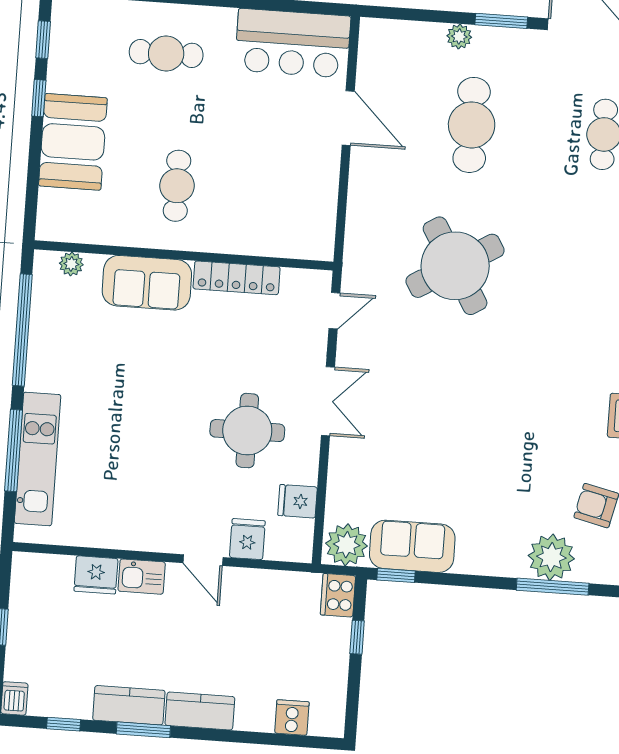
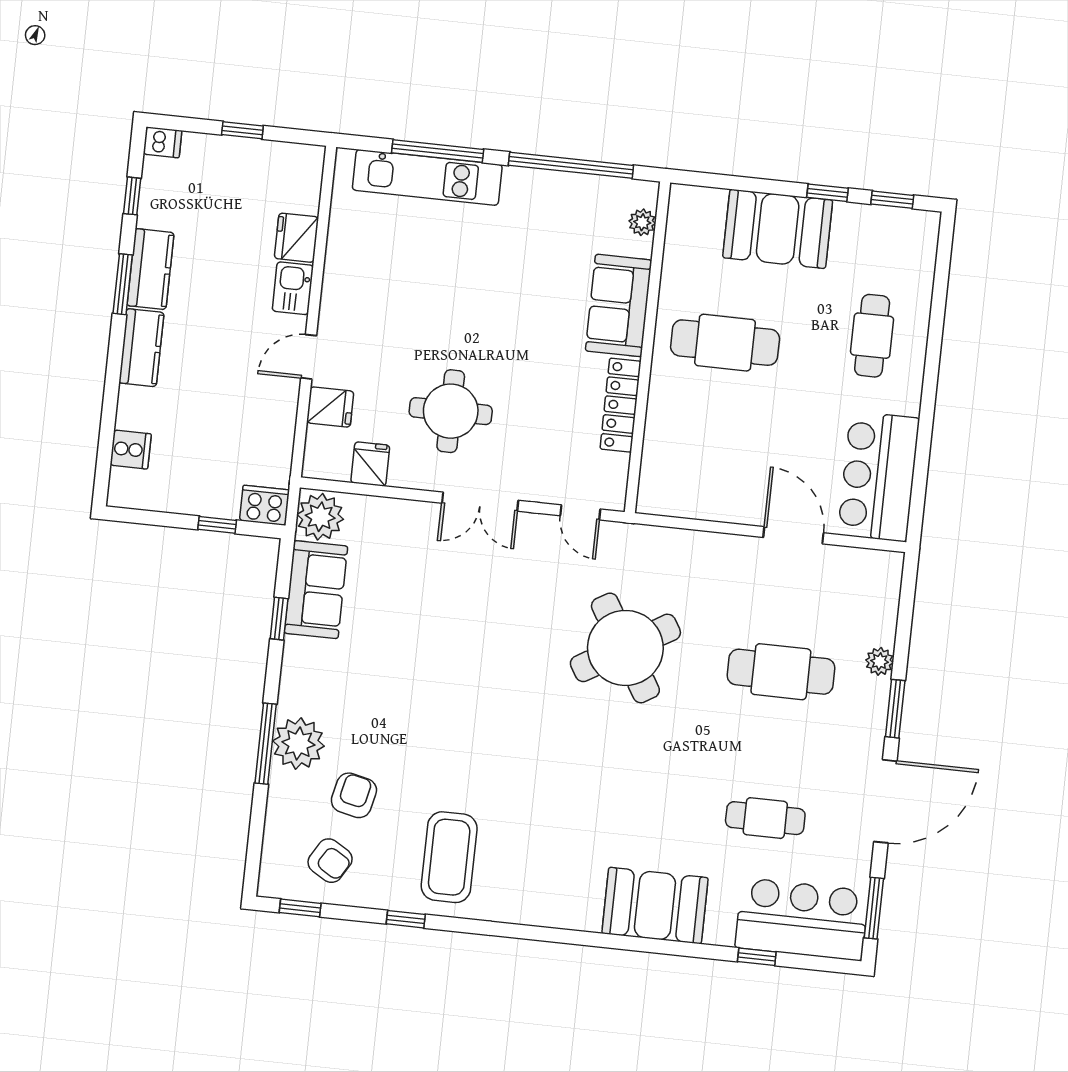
door: (348, 118) -> (793, 535), swing flipped
cafe table: (177, 186) -> (725, 343), width x1.37, depth x1.35
window: (396, 575) -> (279, 619), moved

